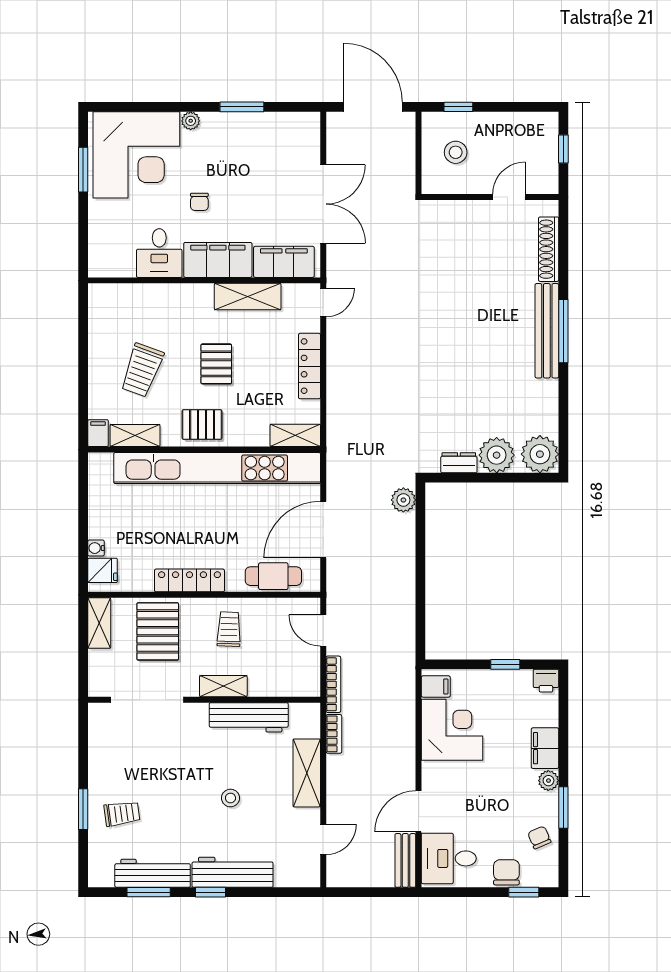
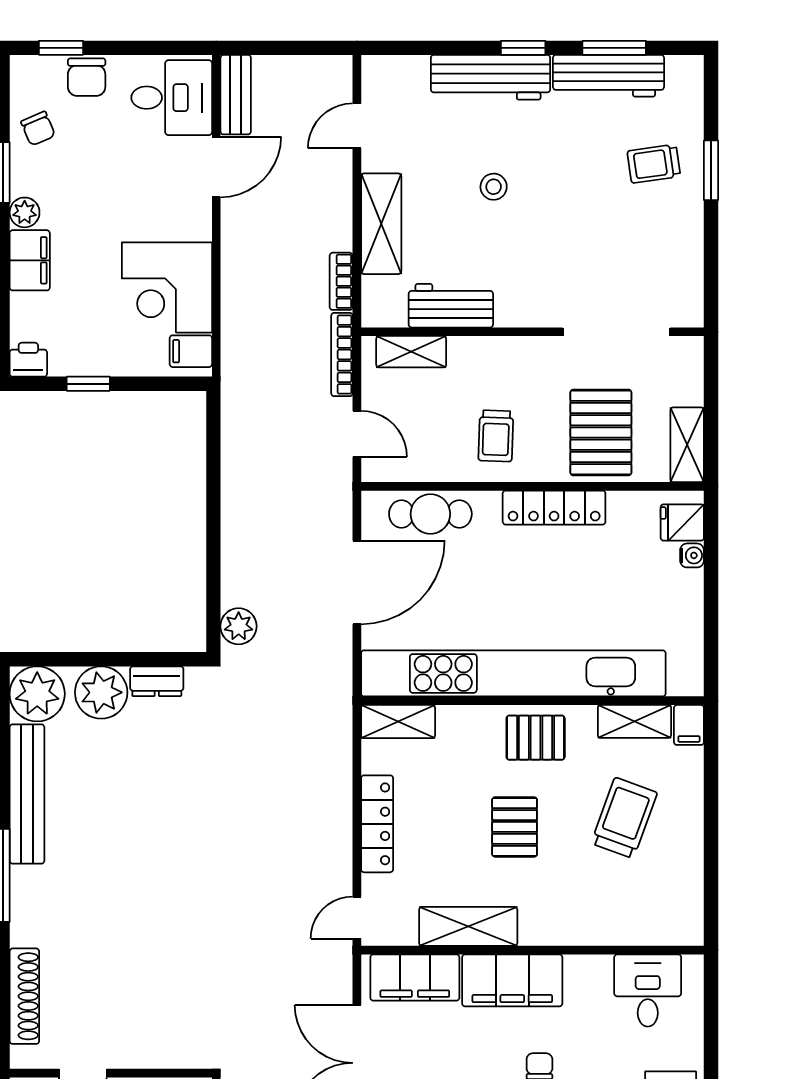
desk: (159, 253) -> (648, 991), moved
bench: (547, 331) -> (27, 794), moved
shelving: (223, 686) -> (411, 352), moved
workbench: (249, 717) -> (451, 306), width x0.73

